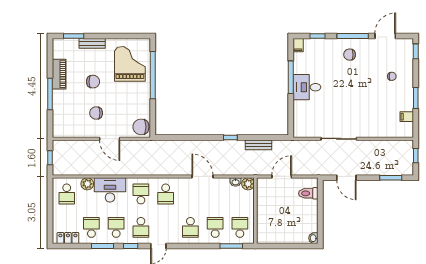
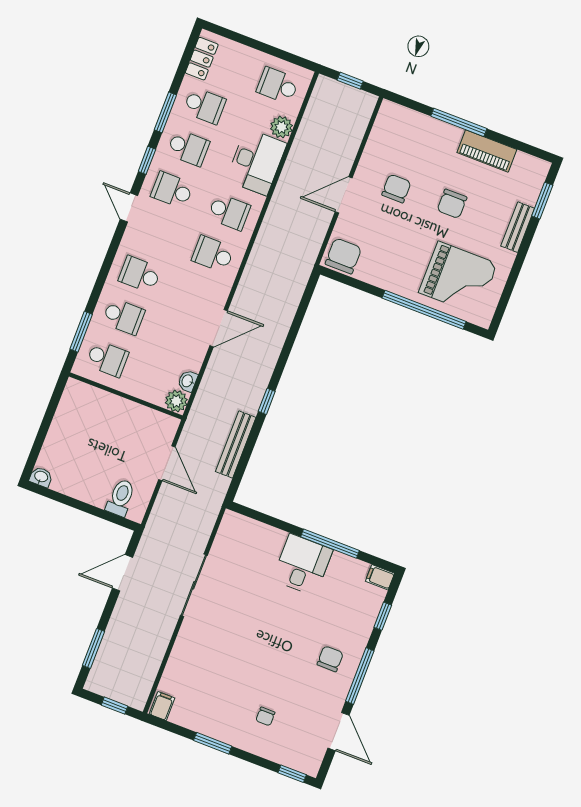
filing cabinet: (407, 117) -> (162, 706), moved
bench: (259, 145) -> (236, 445), width x1.36

